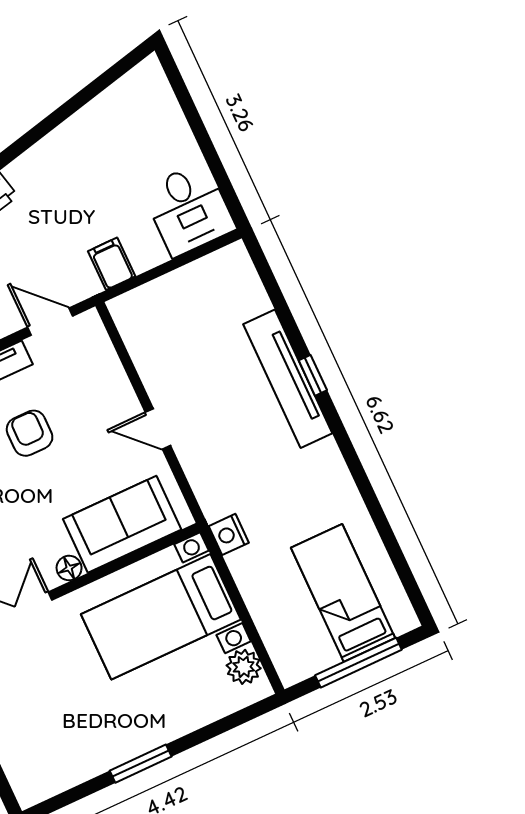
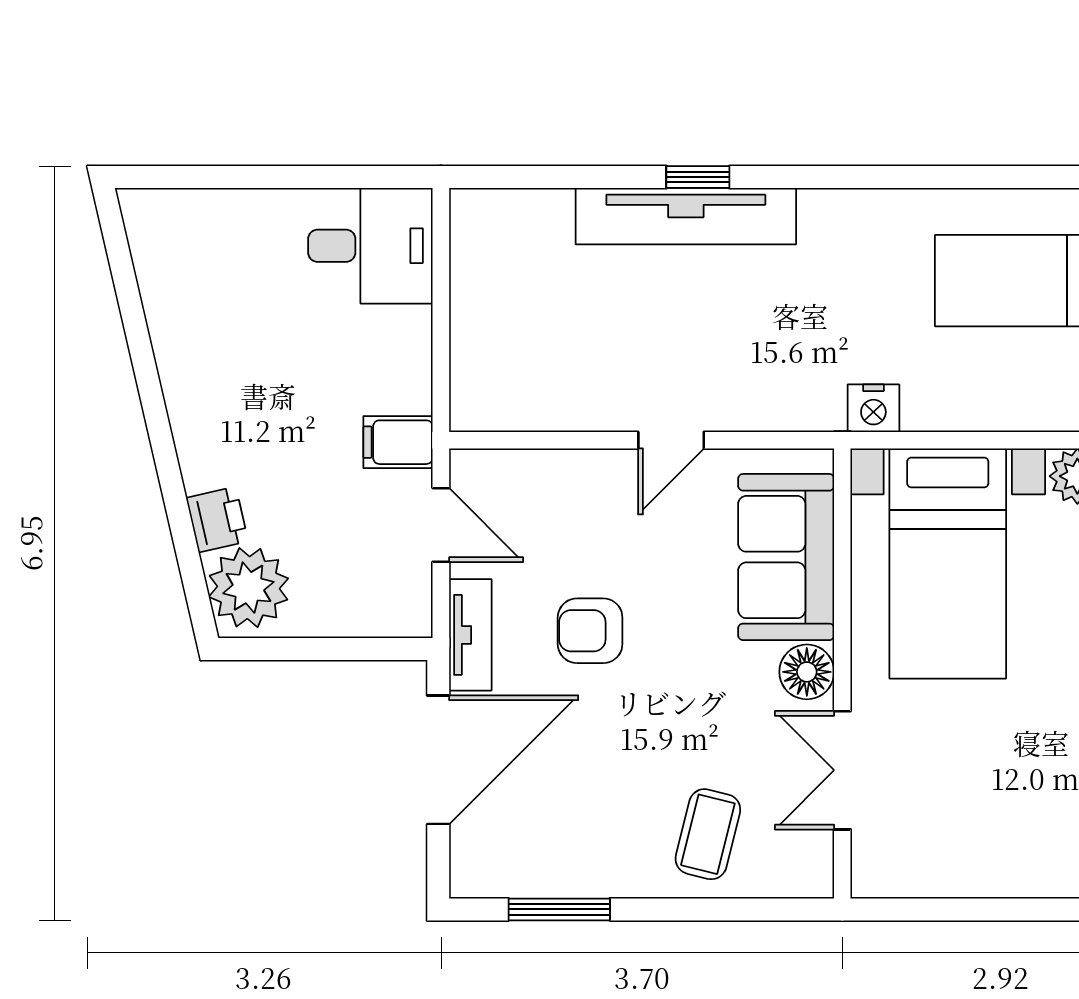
filing cabinet: (112, 264) -> (398, 442), moved
door: (50, 322) -> (441, 525), swing flipped
floor lamp: (69, 568) -> (807, 672), width x1.37, depth x1.37

